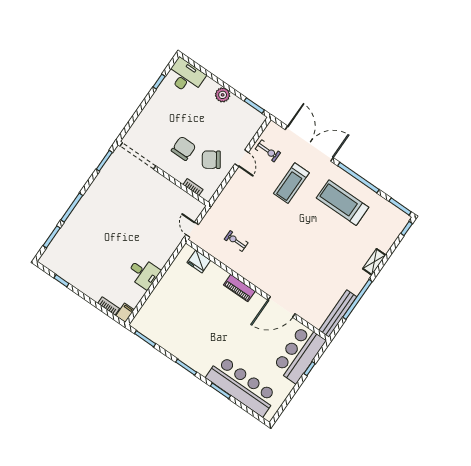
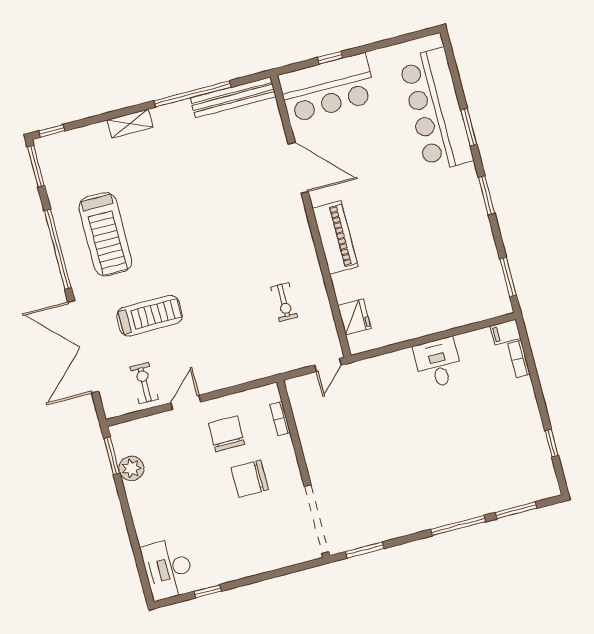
plant: (223, 95) -> (131, 468), moved
chair: (211, 160) -> (226, 434), turned -146
piano: (239, 288) -> (335, 237), width x1.37, depth x1.33

